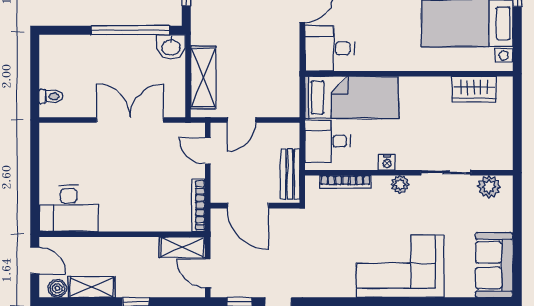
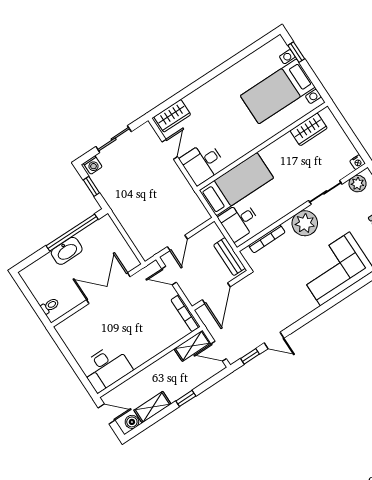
washbasin: (171, 47) -> (67, 251), moved, width x1.38
shelving: (203, 77) -> (136, 232), removed
nightstand: (387, 162) -> (357, 162), moved
plant: (400, 184) -> (305, 223), width x1.87, depth x1.87
door: (248, 206) -> (216, 293), hinge flipped

